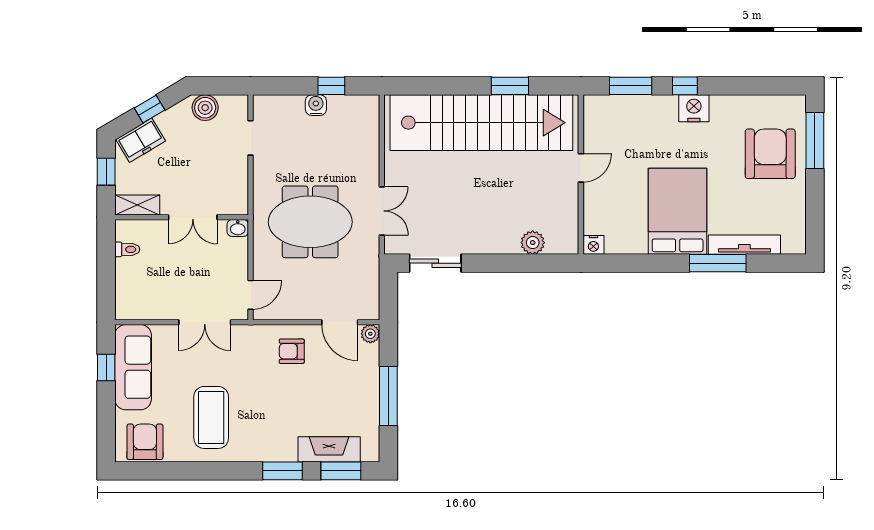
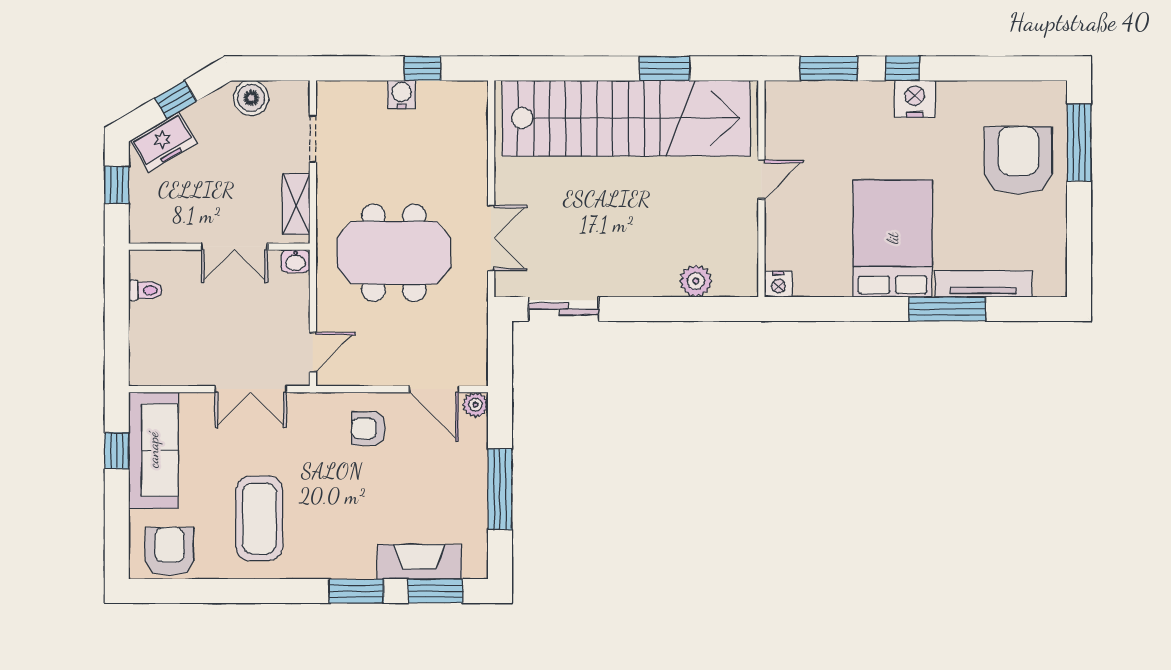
shelving: (137, 205) -> (296, 204), moved, turned 90

